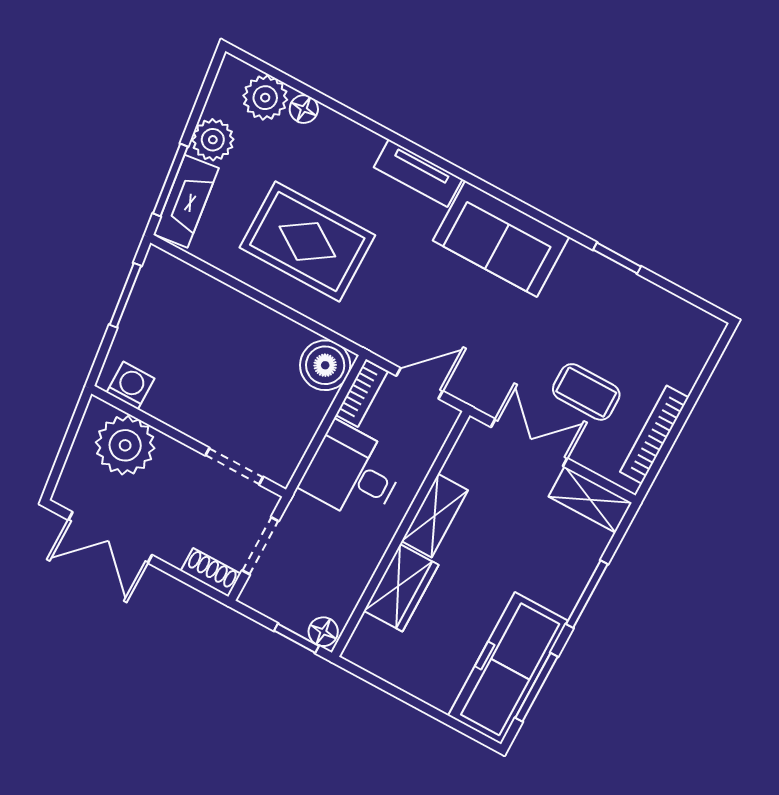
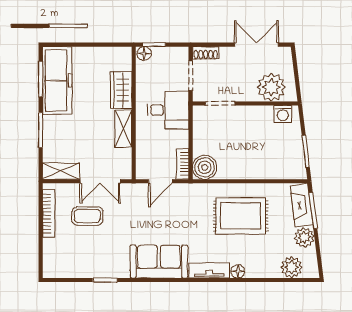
floor lamp: (304, 109) -> (238, 271), moved
desk: (353, 473) -> (168, 110), moved

